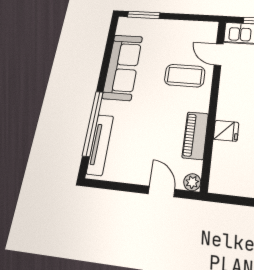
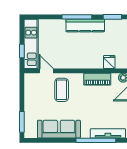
door: (219, 55) -> (46, 71), swing flipped
fridge: (226, 131) -> (109, 62), moved

